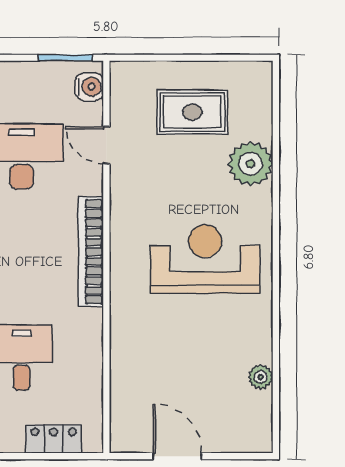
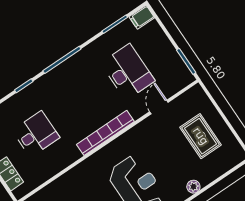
water cooler: (89, 87) -> (180, 81), removed
plant: (251, 164) -> (193, 187), width x0.53, depth x0.53

